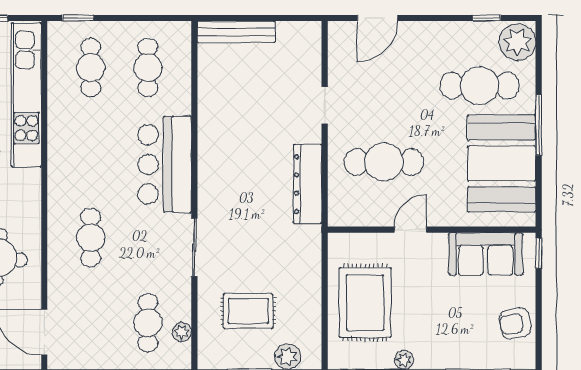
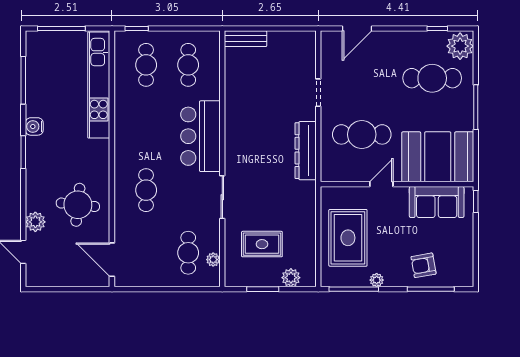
bench: (236, 32) -> (246, 39), width x0.73
booth: (502, 163) -> (438, 157), moved, turned 90
armchair: (515, 323) -> (424, 265), moved

